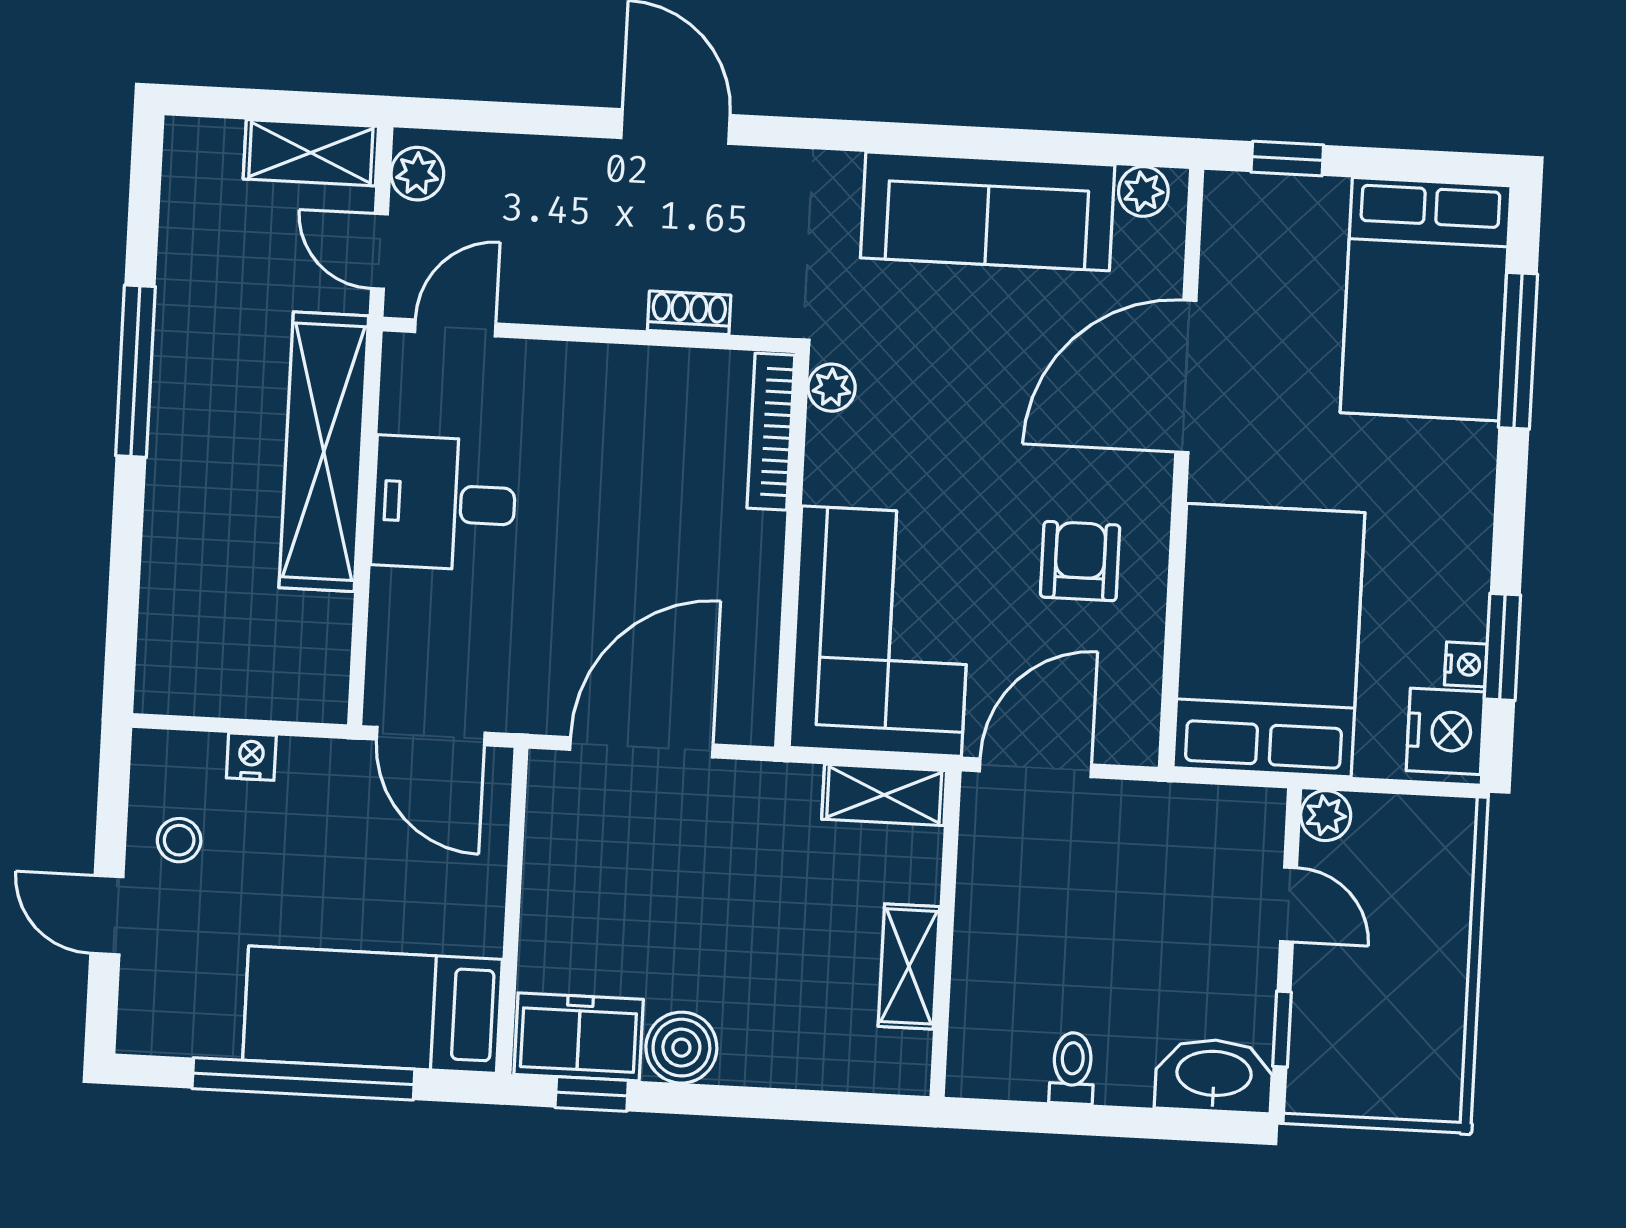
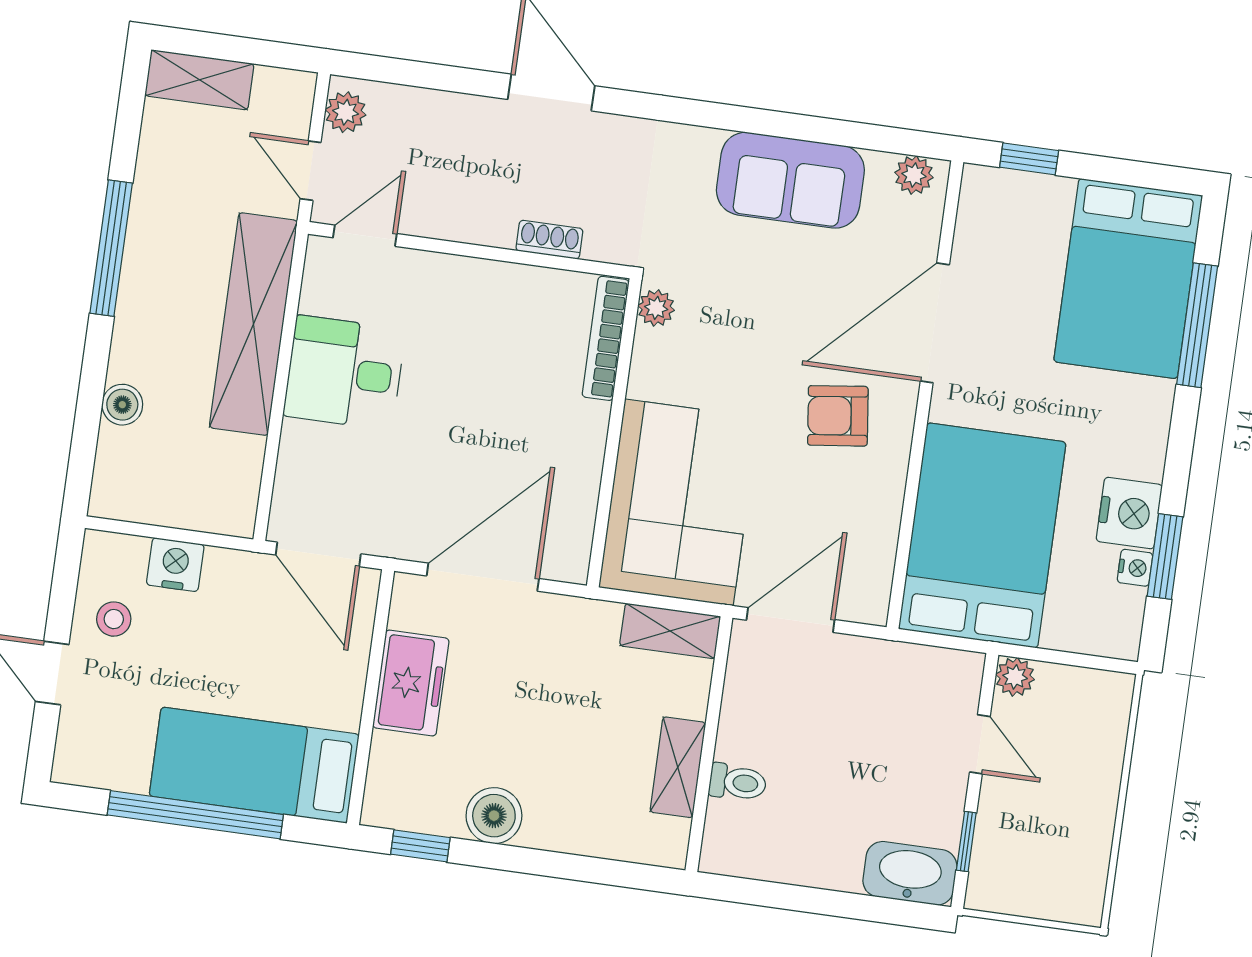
shelving: (311, 153) -> (199, 80), moved
sofa: (988, 211) -> (790, 180), width x0.73
armchair: (1080, 561) -> (838, 416), moved, turned -97
boiler: (167, 568) -> (122, 405), added
nightstand: (1445, 731) -> (1129, 513), moved
nightstand: (251, 757) -> (175, 565), width x1.39, depth x1.35
freezer: (579, 1037) -> (411, 683), moved, turned 90
toilet: (1072, 1068) -> (738, 782), moved, turned 90

